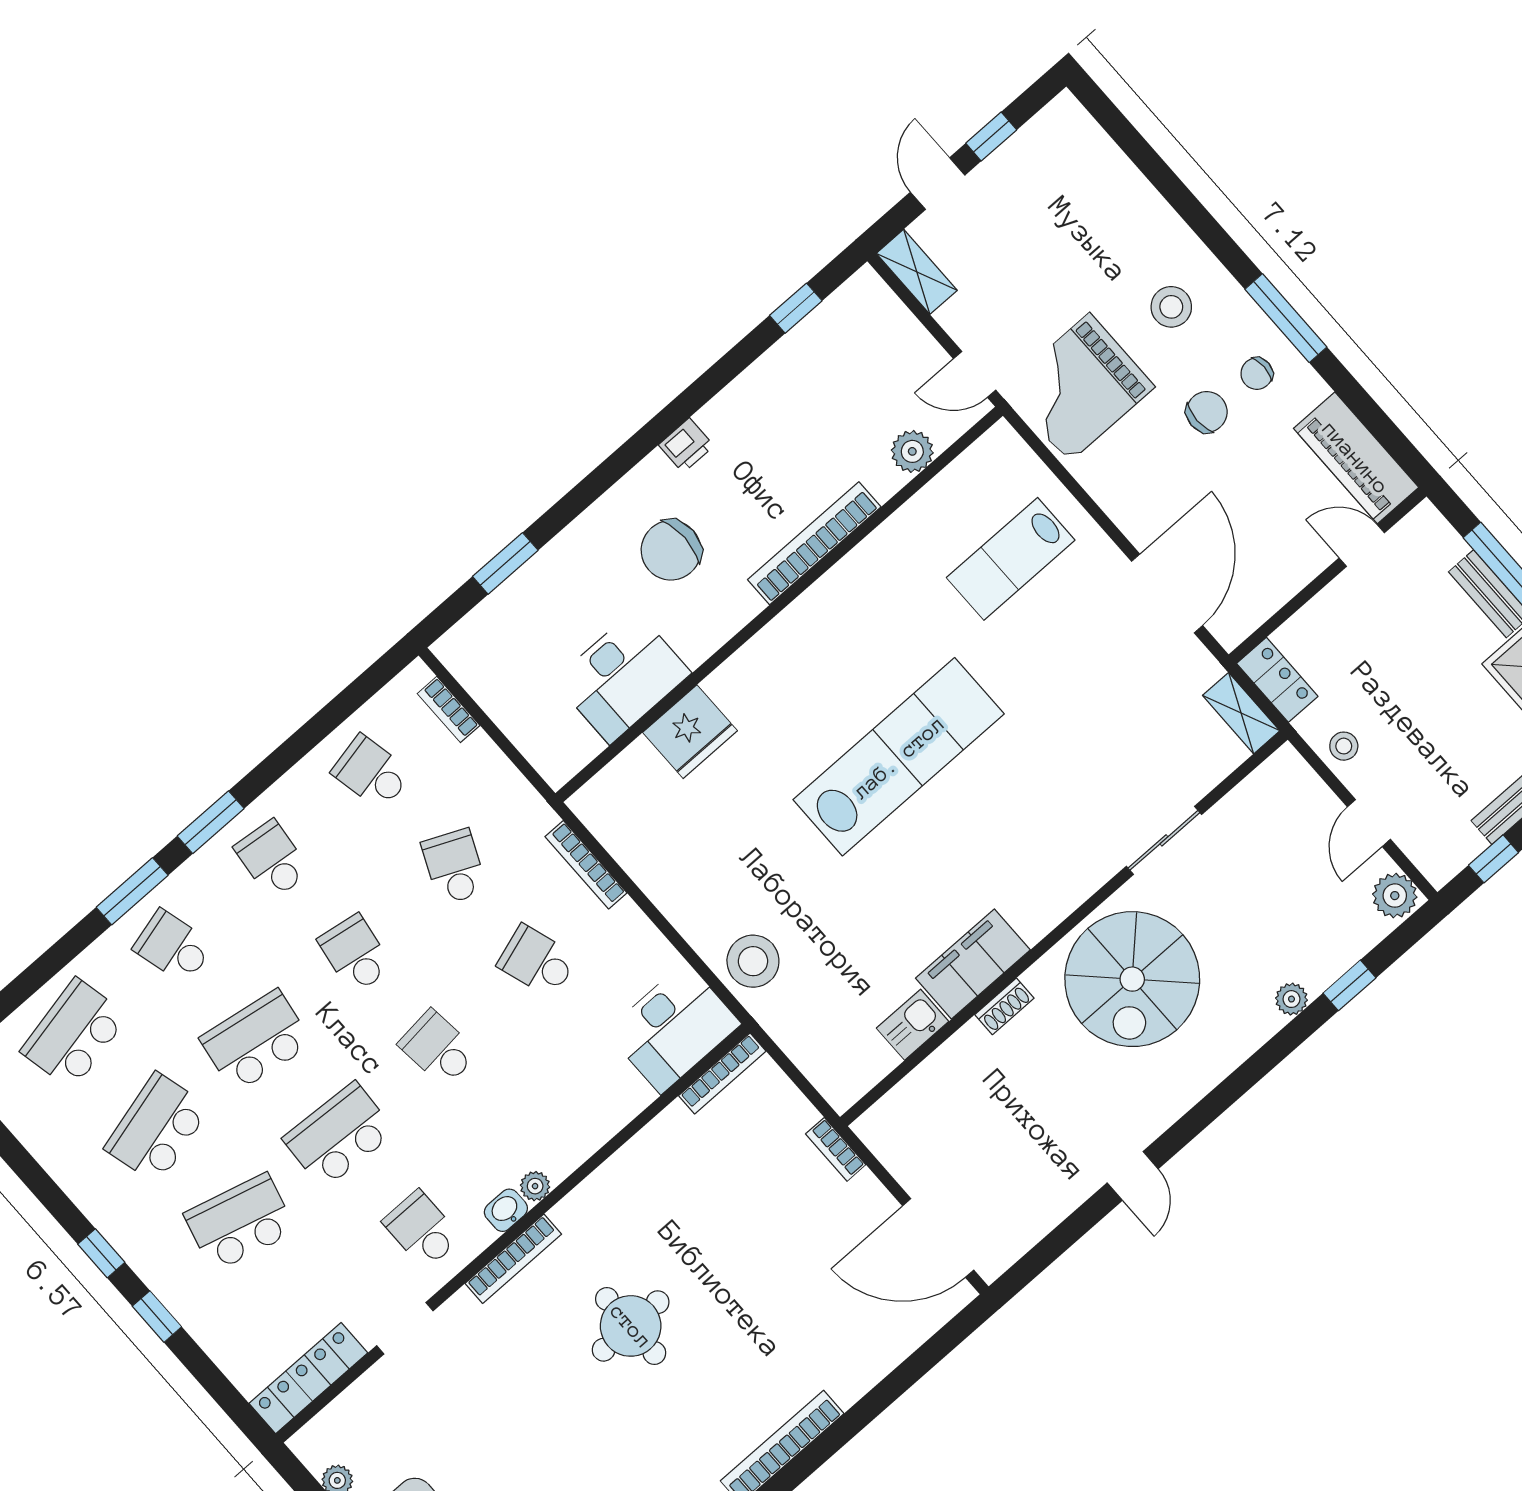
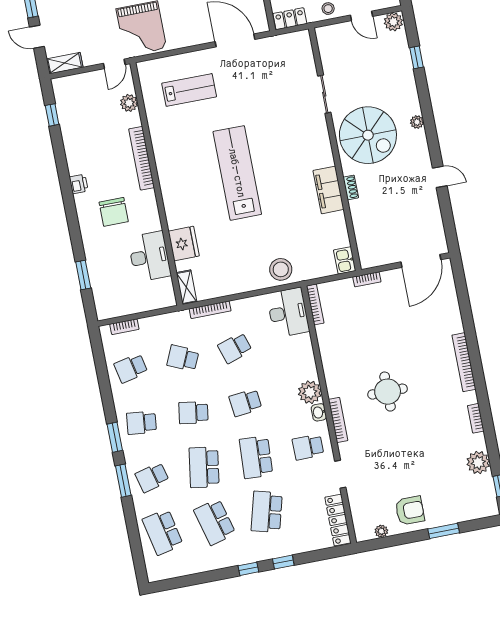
lab bench: (1011, 559) -> (189, 90), turned -90
shelving: (1241, 713) -> (187, 287), moved, turned 90
plant: (1291, 999) -> (417, 122), moved
kitchen sink: (913, 1025) -> (345, 260), moved
plant: (535, 1186) -> (310, 392), width x1.88, depth x1.88

